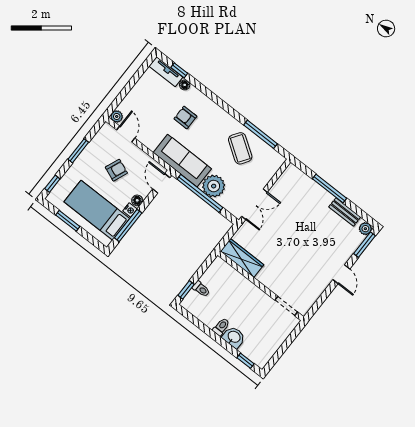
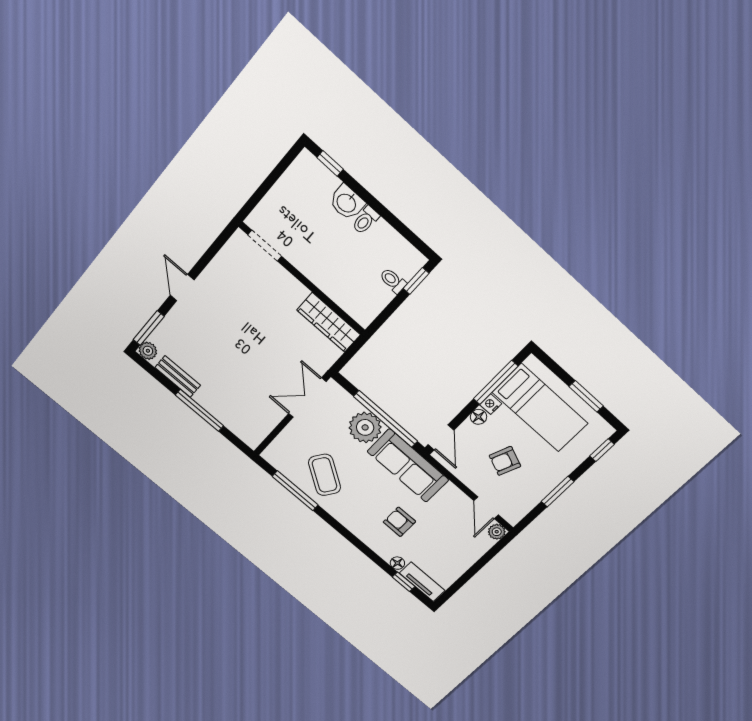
armchair: (185, 117) -> (399, 522), turned 180

